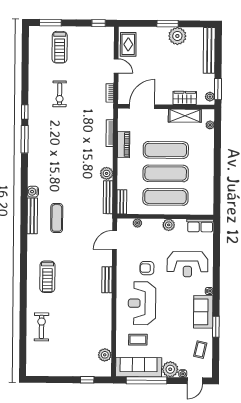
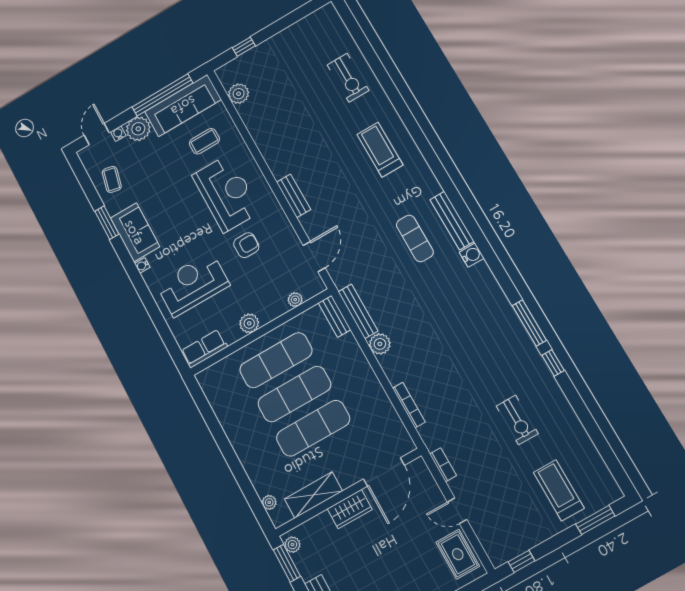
exercise bike: (60, 94) -> (517, 420), turned 180
wardrobe: (185, 98) -> (350, 509), moved
piano: (124, 145) -> (379, 400), removed

